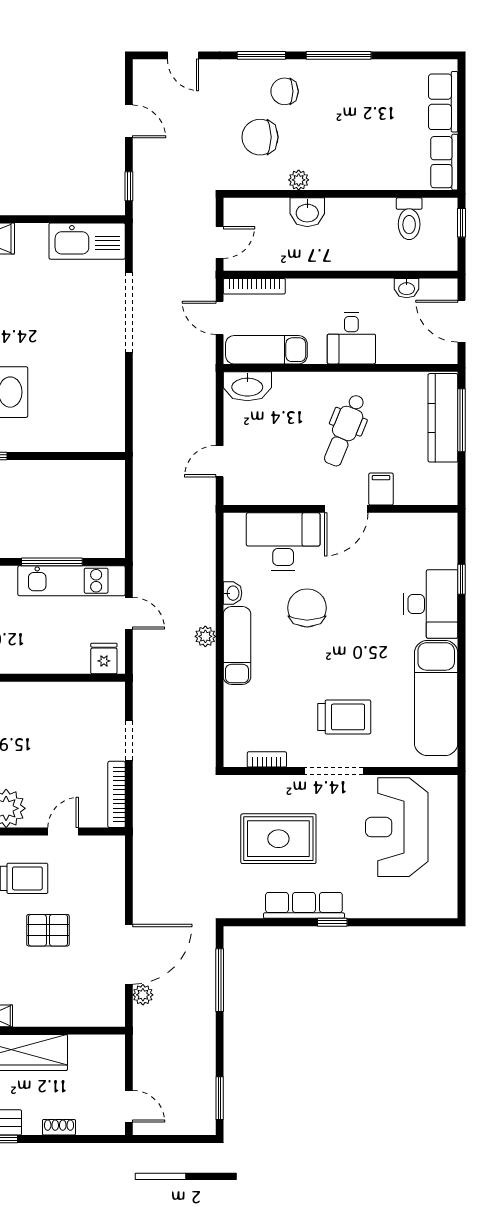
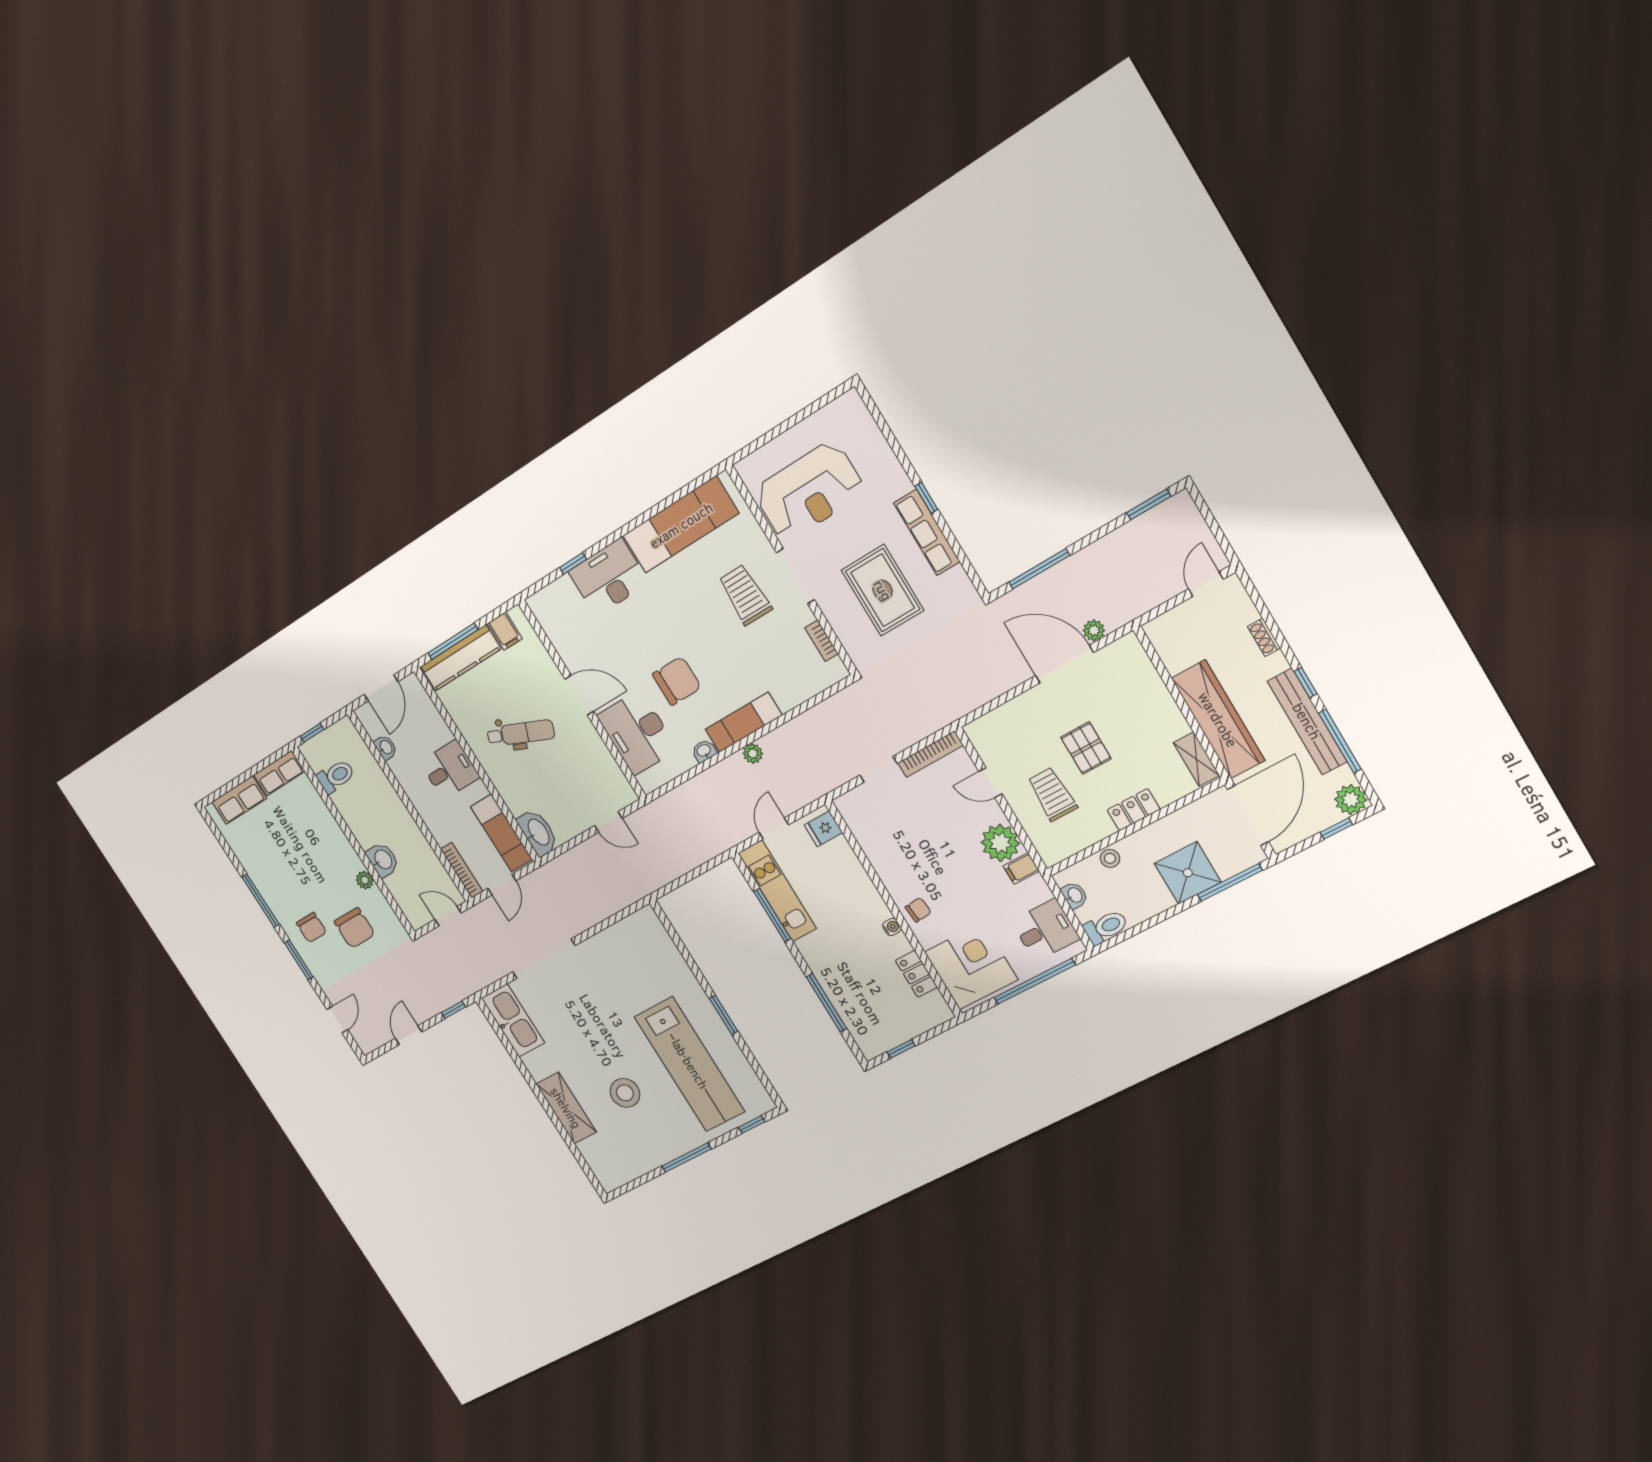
filing cabinet: (381, 489) -> (505, 631), moved, turned -90
chair: (307, 608) -> (677, 681), turned 180

